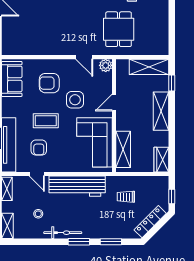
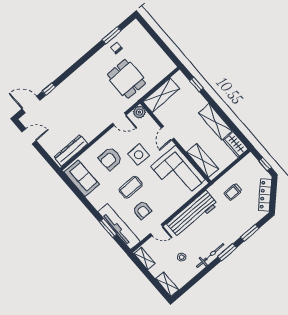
dresser: (23, 49) -> (71, 150), added
shelving: (149, 67) -> (161, 95), moved
shelving: (161, 111) -> (215, 122), moved

